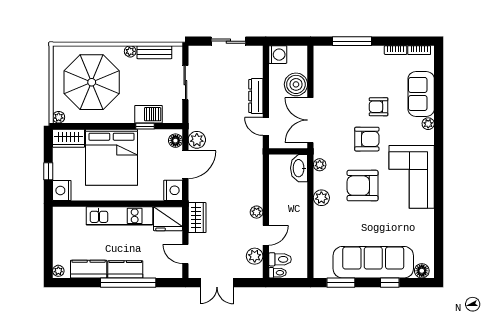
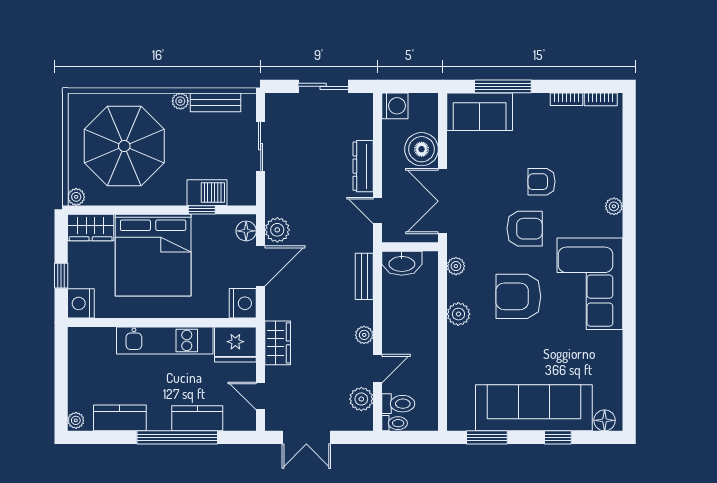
sofa: (421, 94) -> (480, 112), moved, turned -90
washbasin: (299, 168) -> (402, 263), moved, turned -90
bench: (257, 172) -> (364, 276), added
kitchen counter: (125, 269) -> (197, 418), moved

